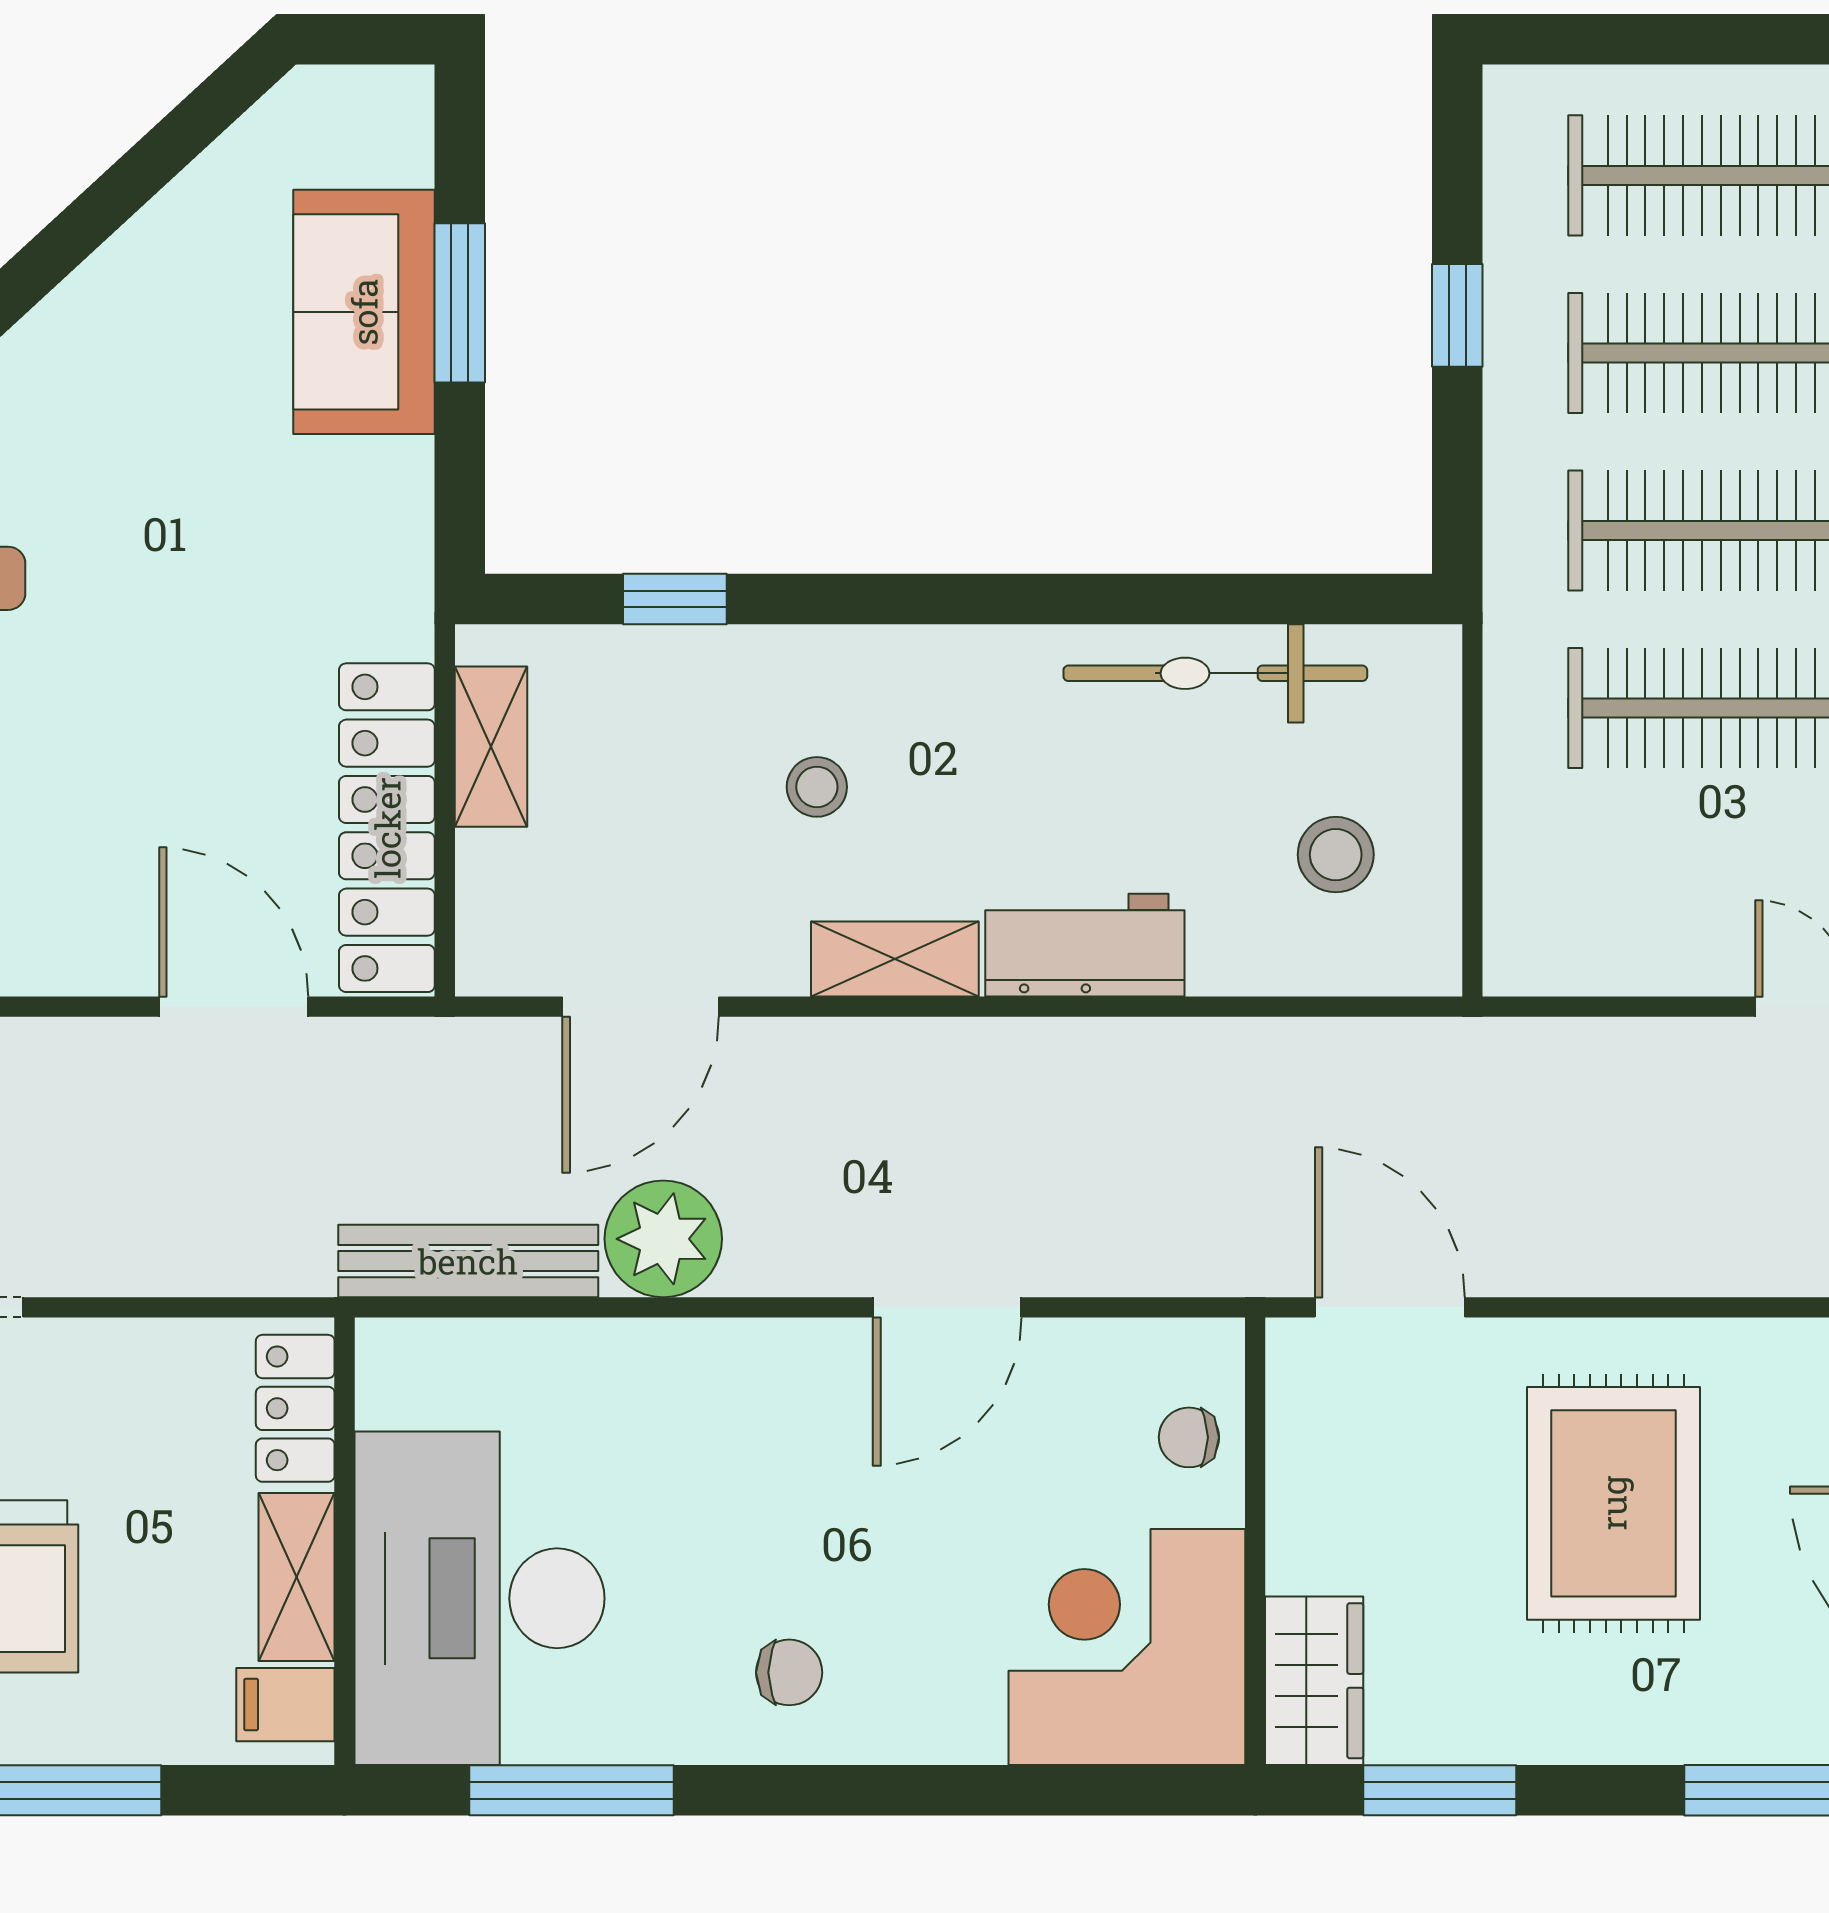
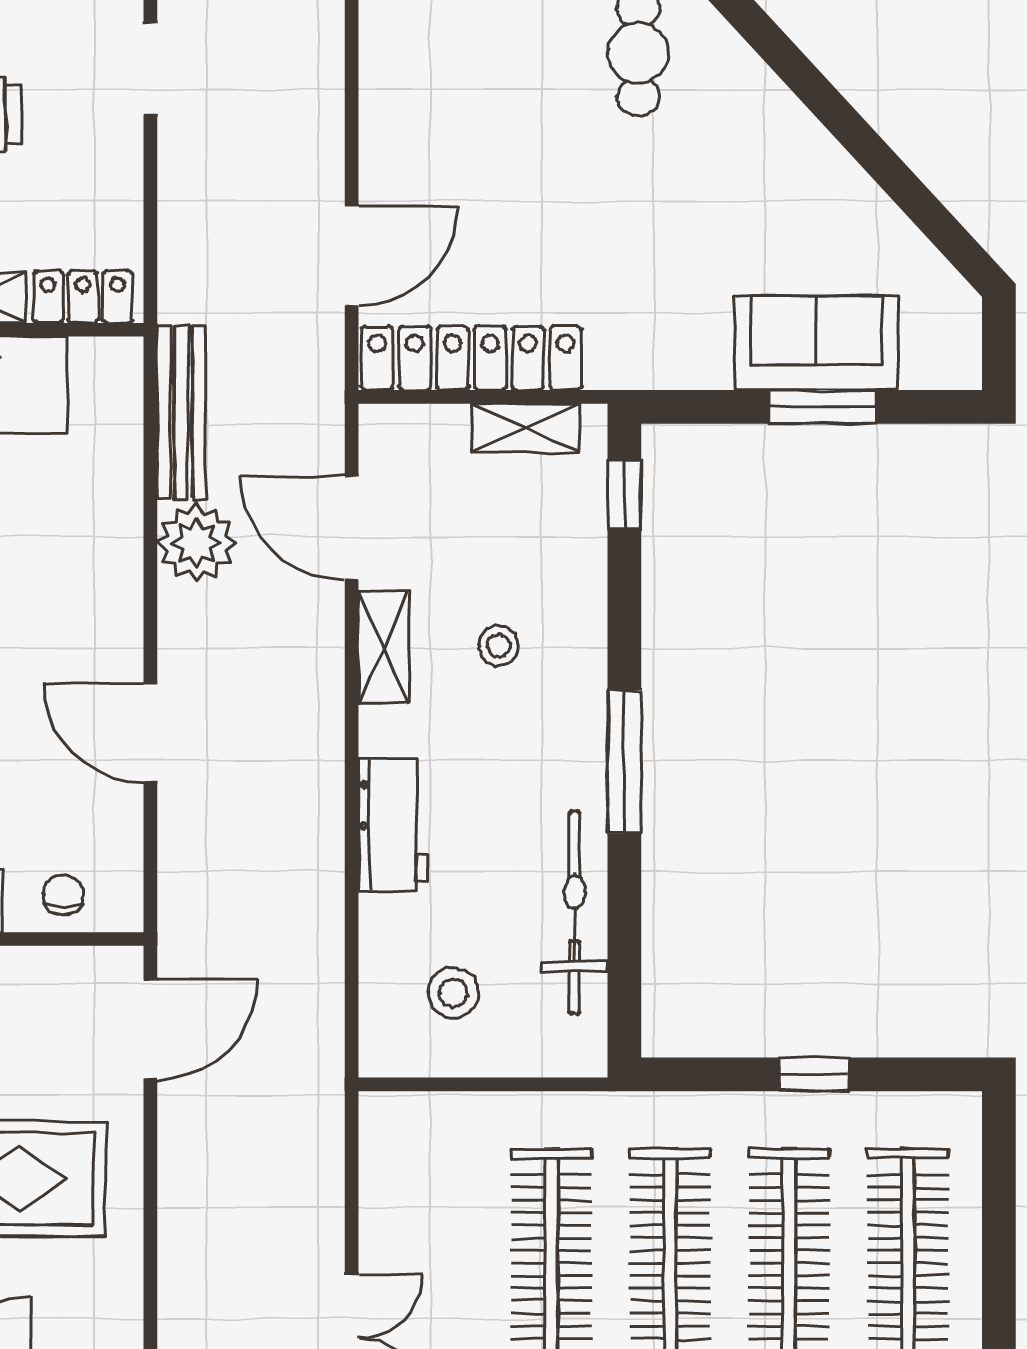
window: (675, 599) -> (624, 495), moved
window: (990, 599) -> (624, 762), added
shelving: (895, 959) -> (384, 647), moved

